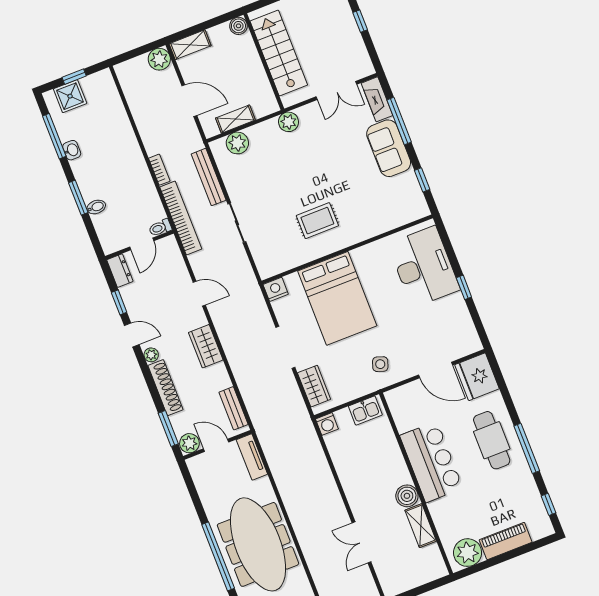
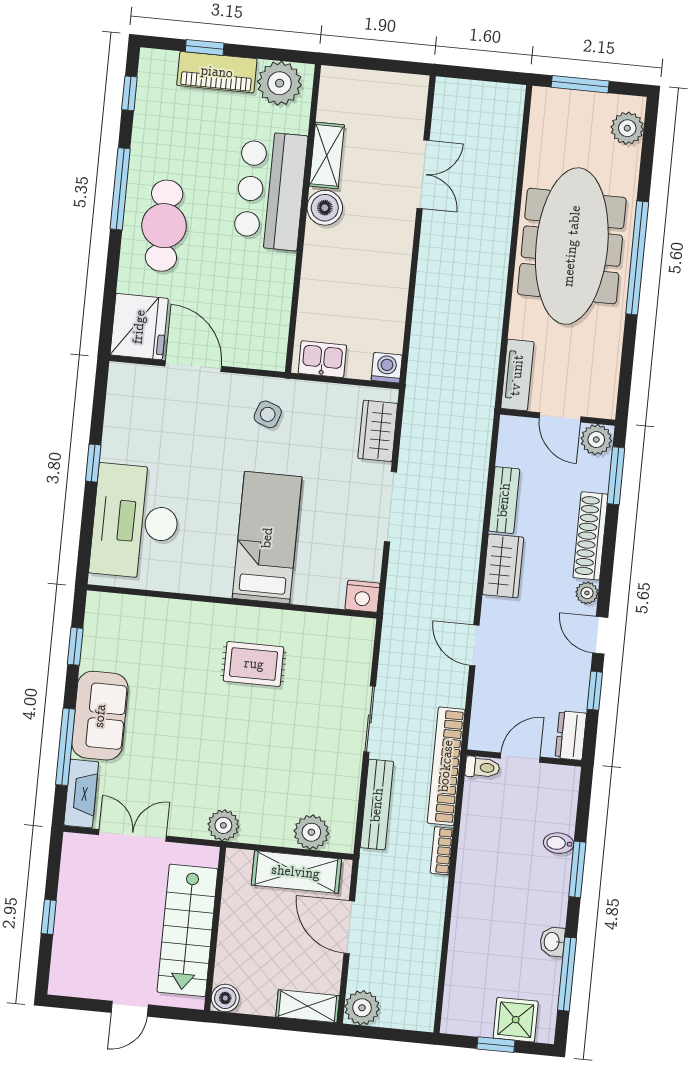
shelving: (235, 119) -> (296, 872), width x1.50, depth x1.33
bed: (337, 298) -> (267, 538), width x0.67
bench: (234, 408) -> (504, 500), moved
bar counter: (431, 462) -> (270, 190), moved
window: (520, 551) -> (205, 47), added

